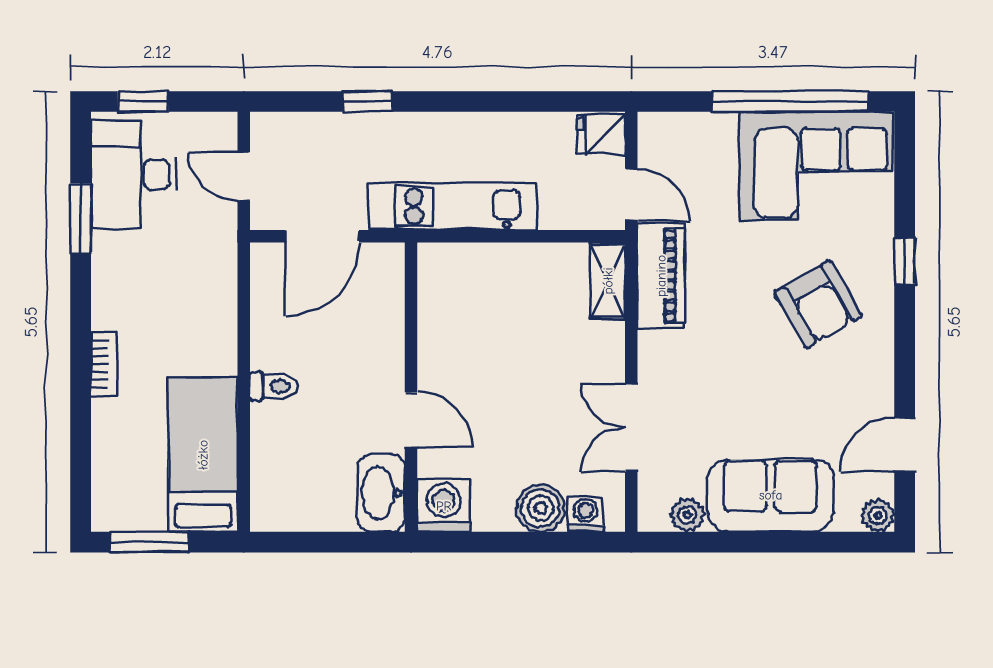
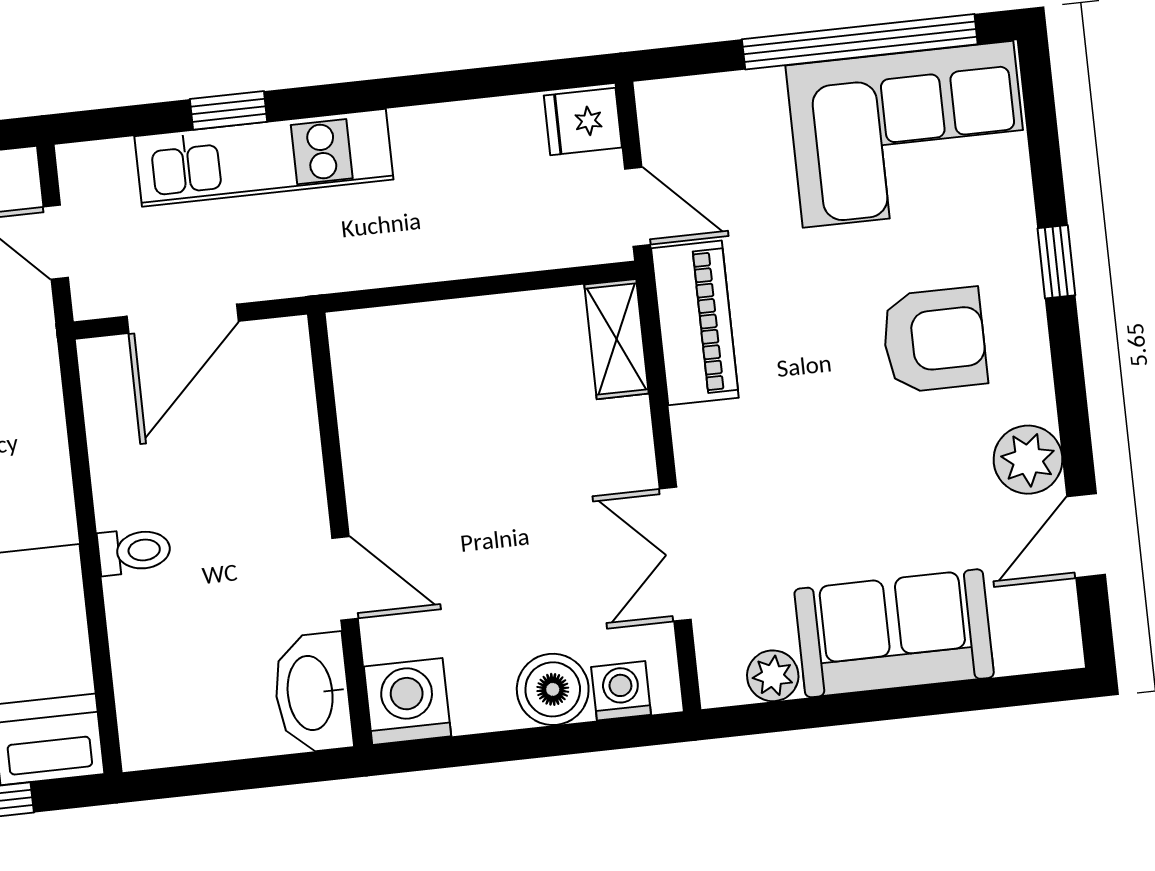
kitchen unit: (453, 206) -> (264, 158), moved, turned 180
armchair: (818, 304) -> (934, 340), turned -60
plant: (878, 515) -> (1028, 460), moved, width x1.38, depth x1.38

